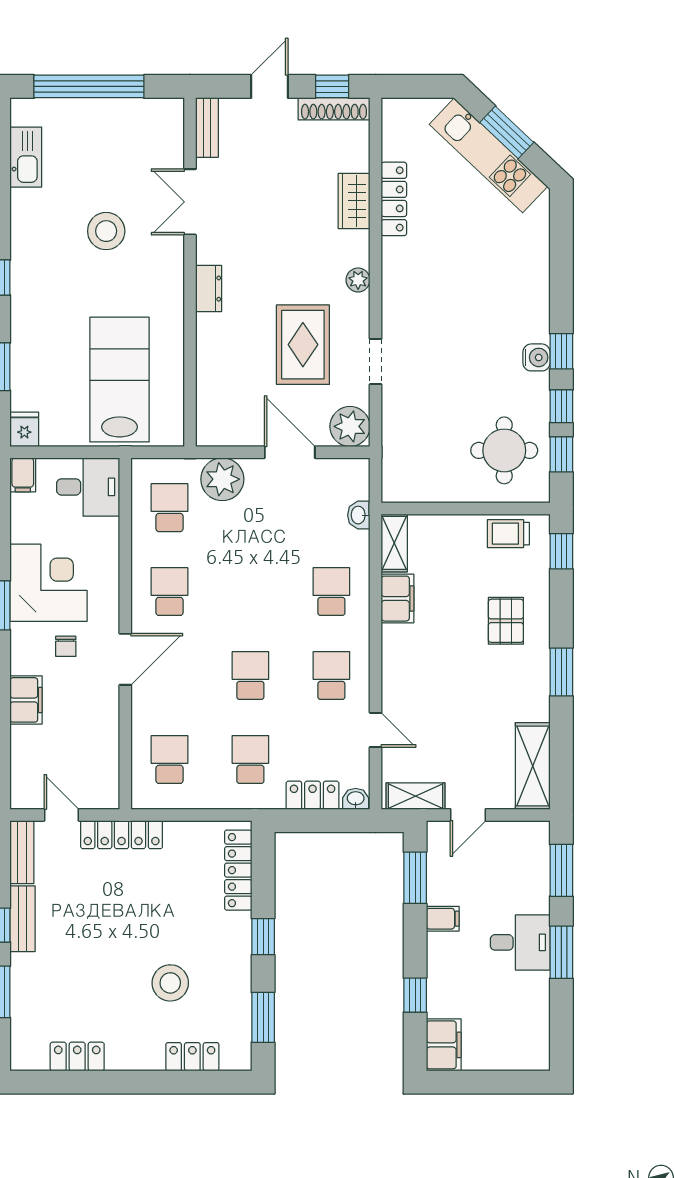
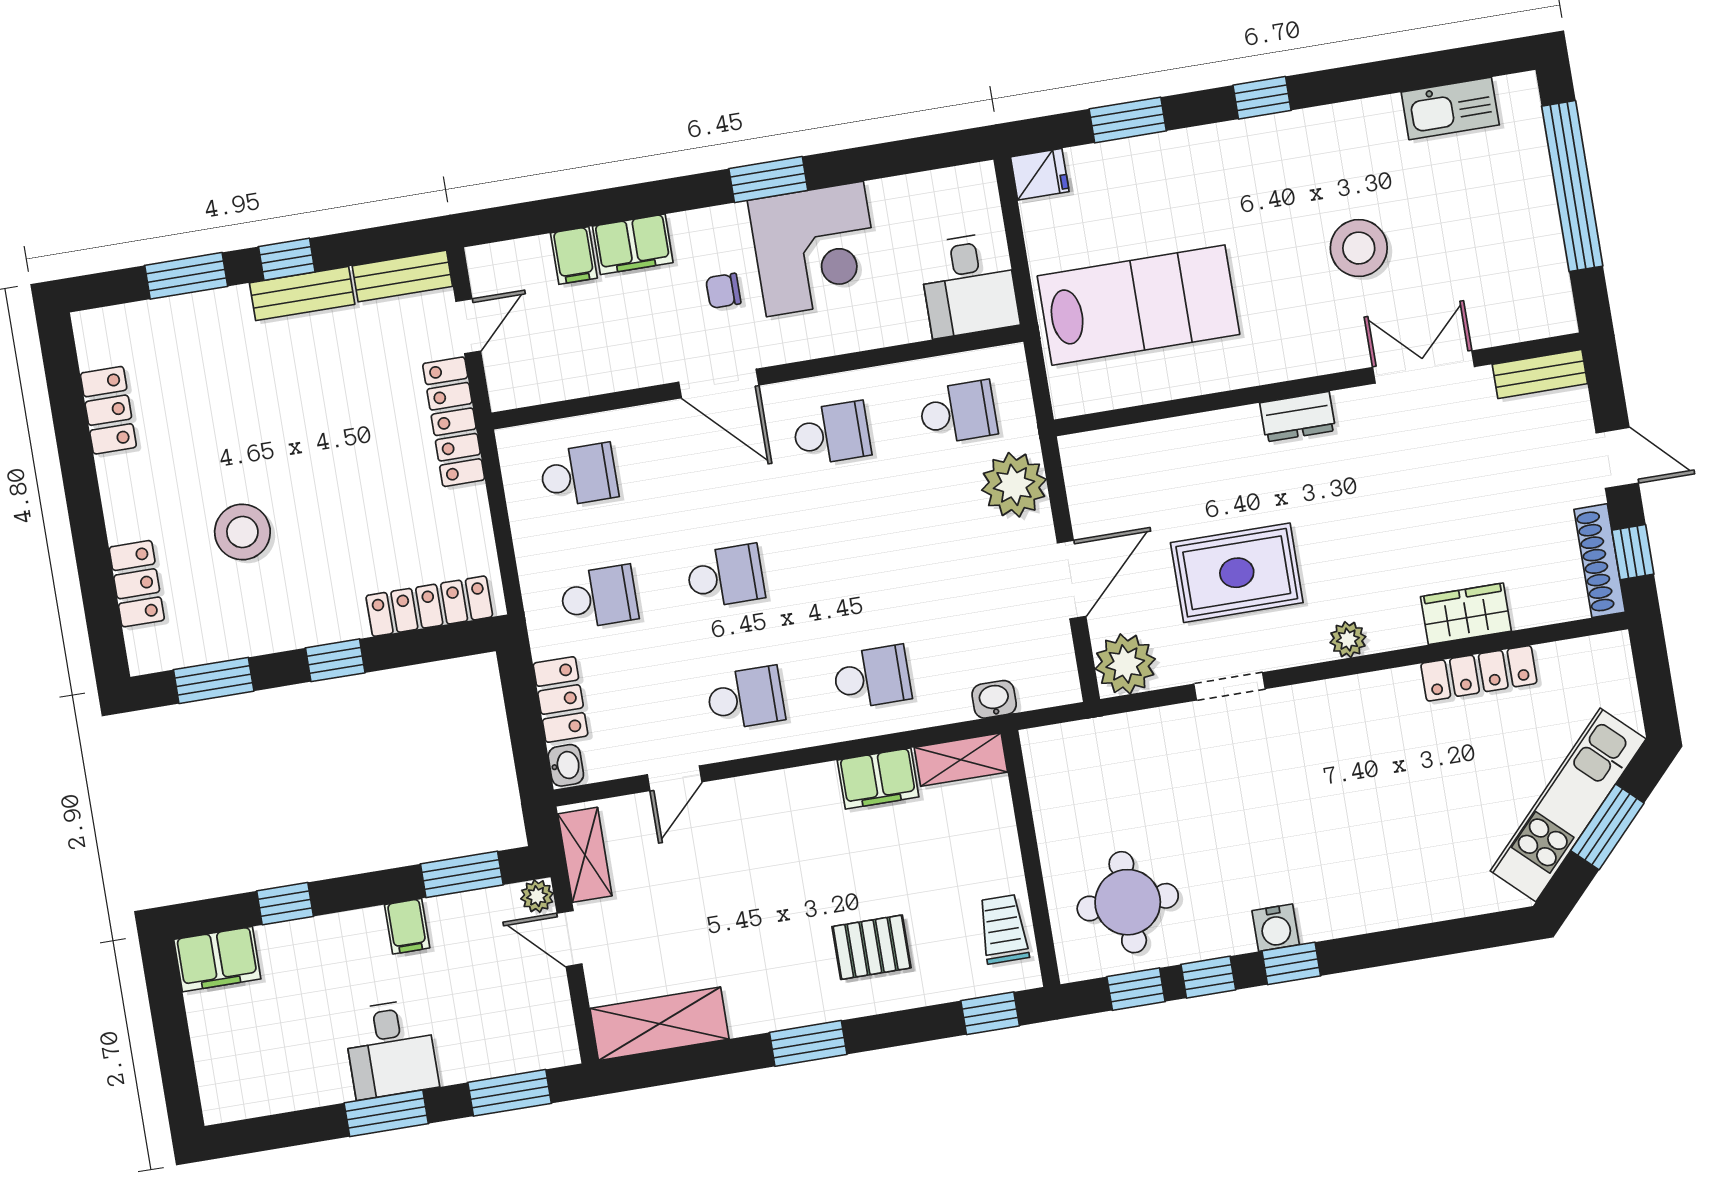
filing cabinet: (23, 475) -> (574, 256), moved, turned -90
plant: (437, 831) -> (537, 896), added

